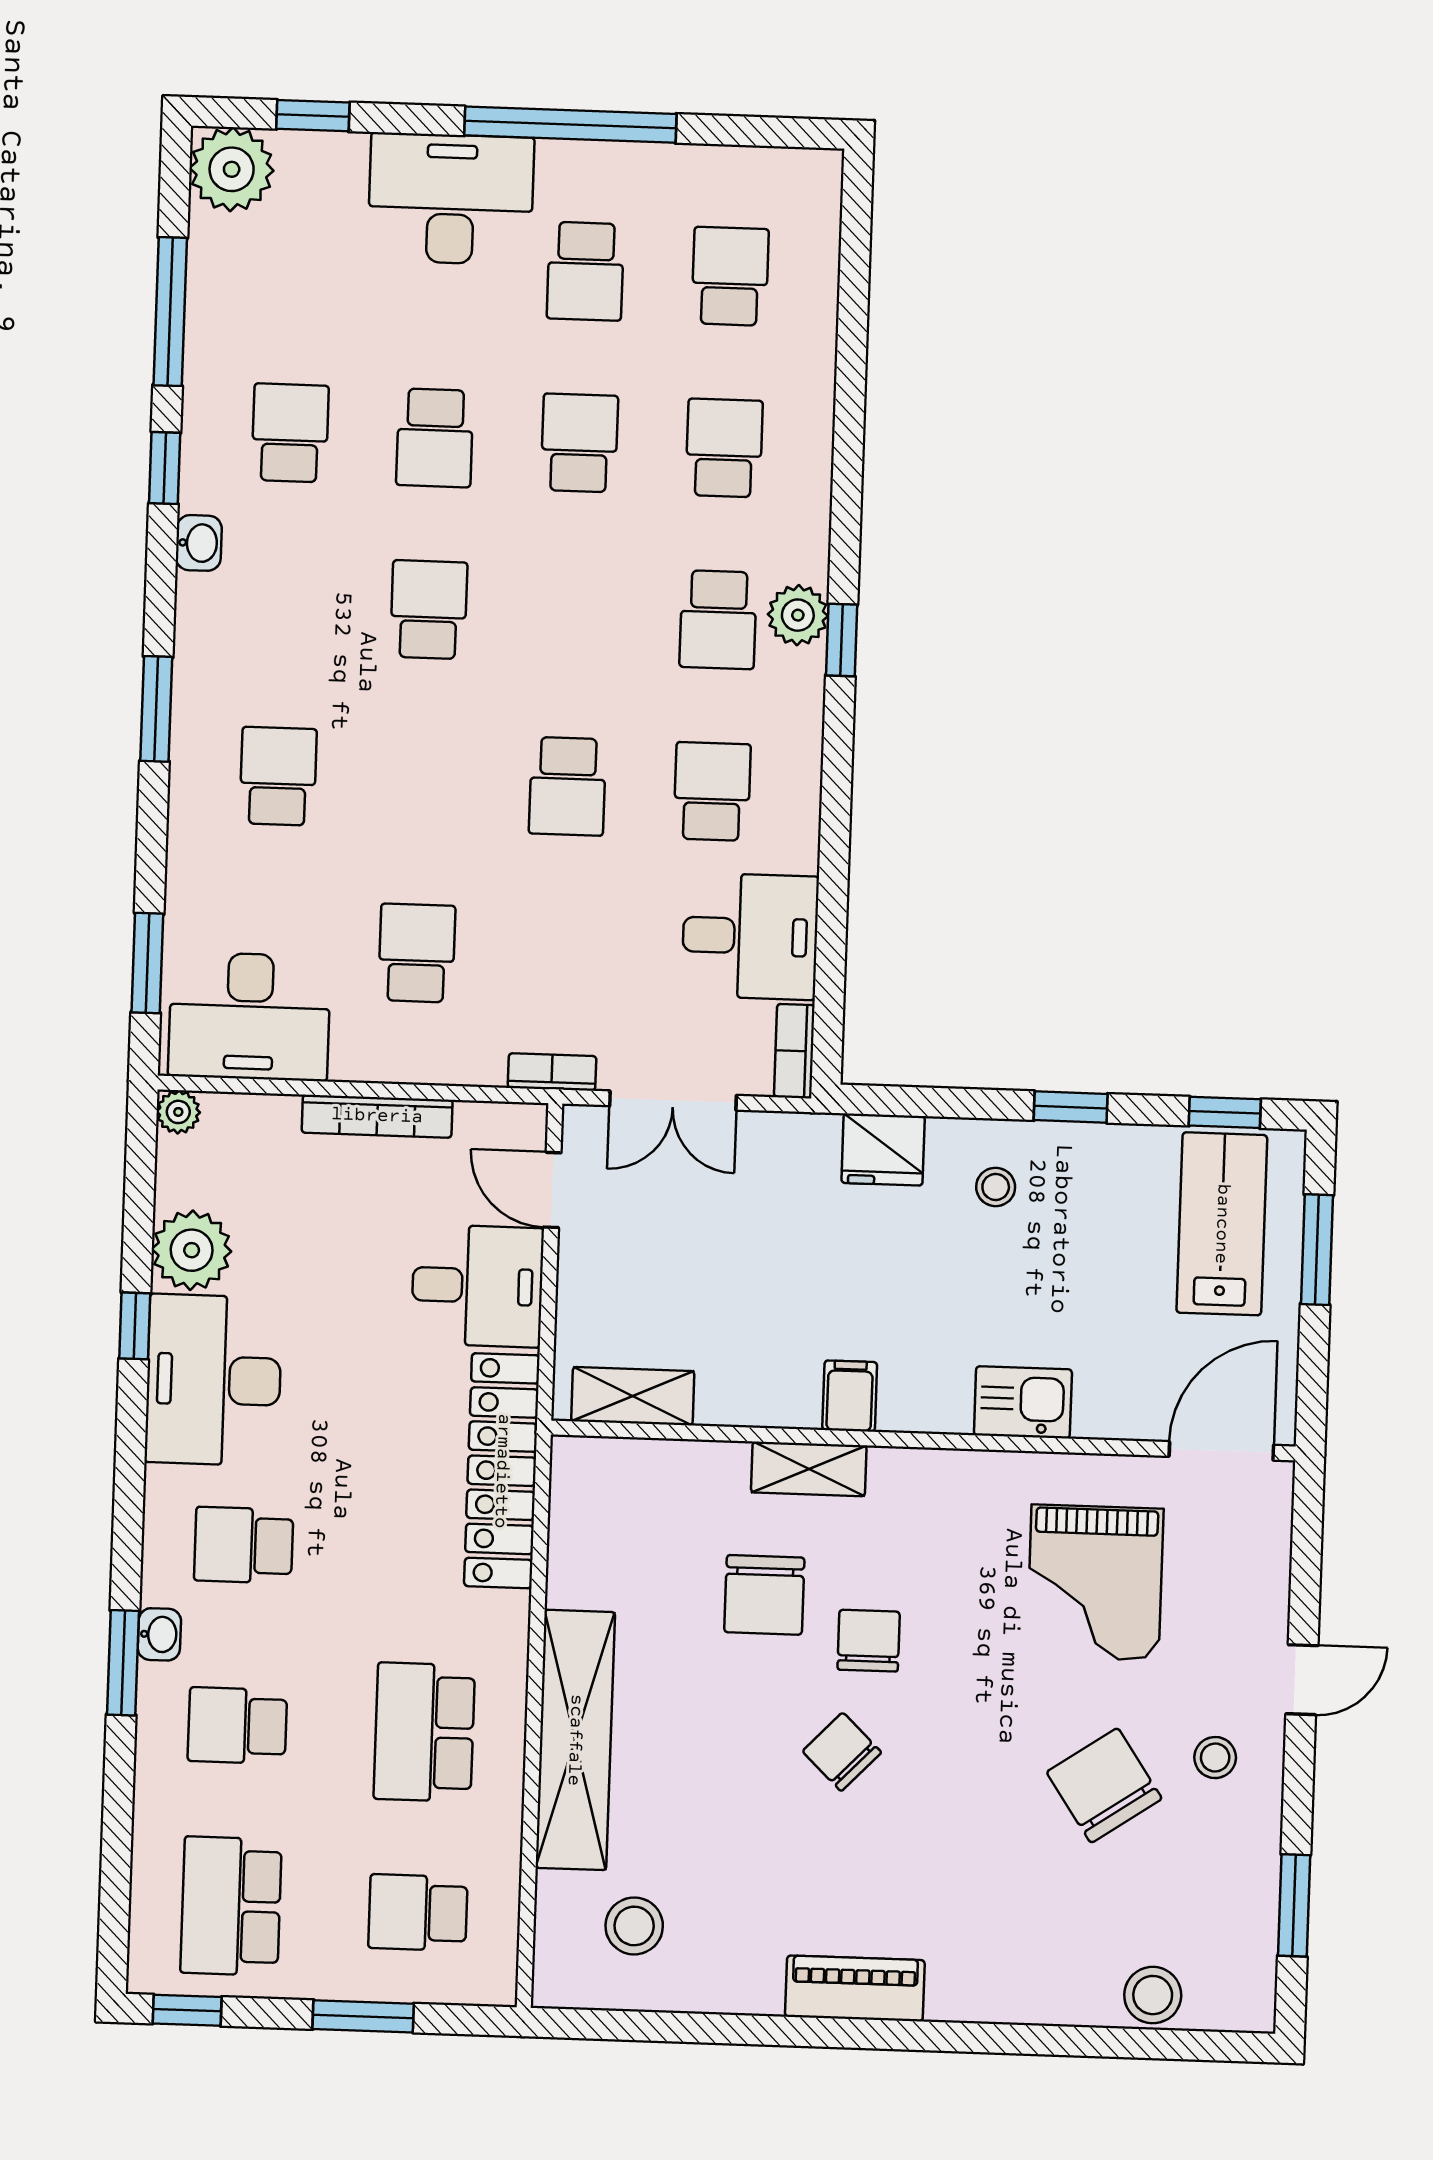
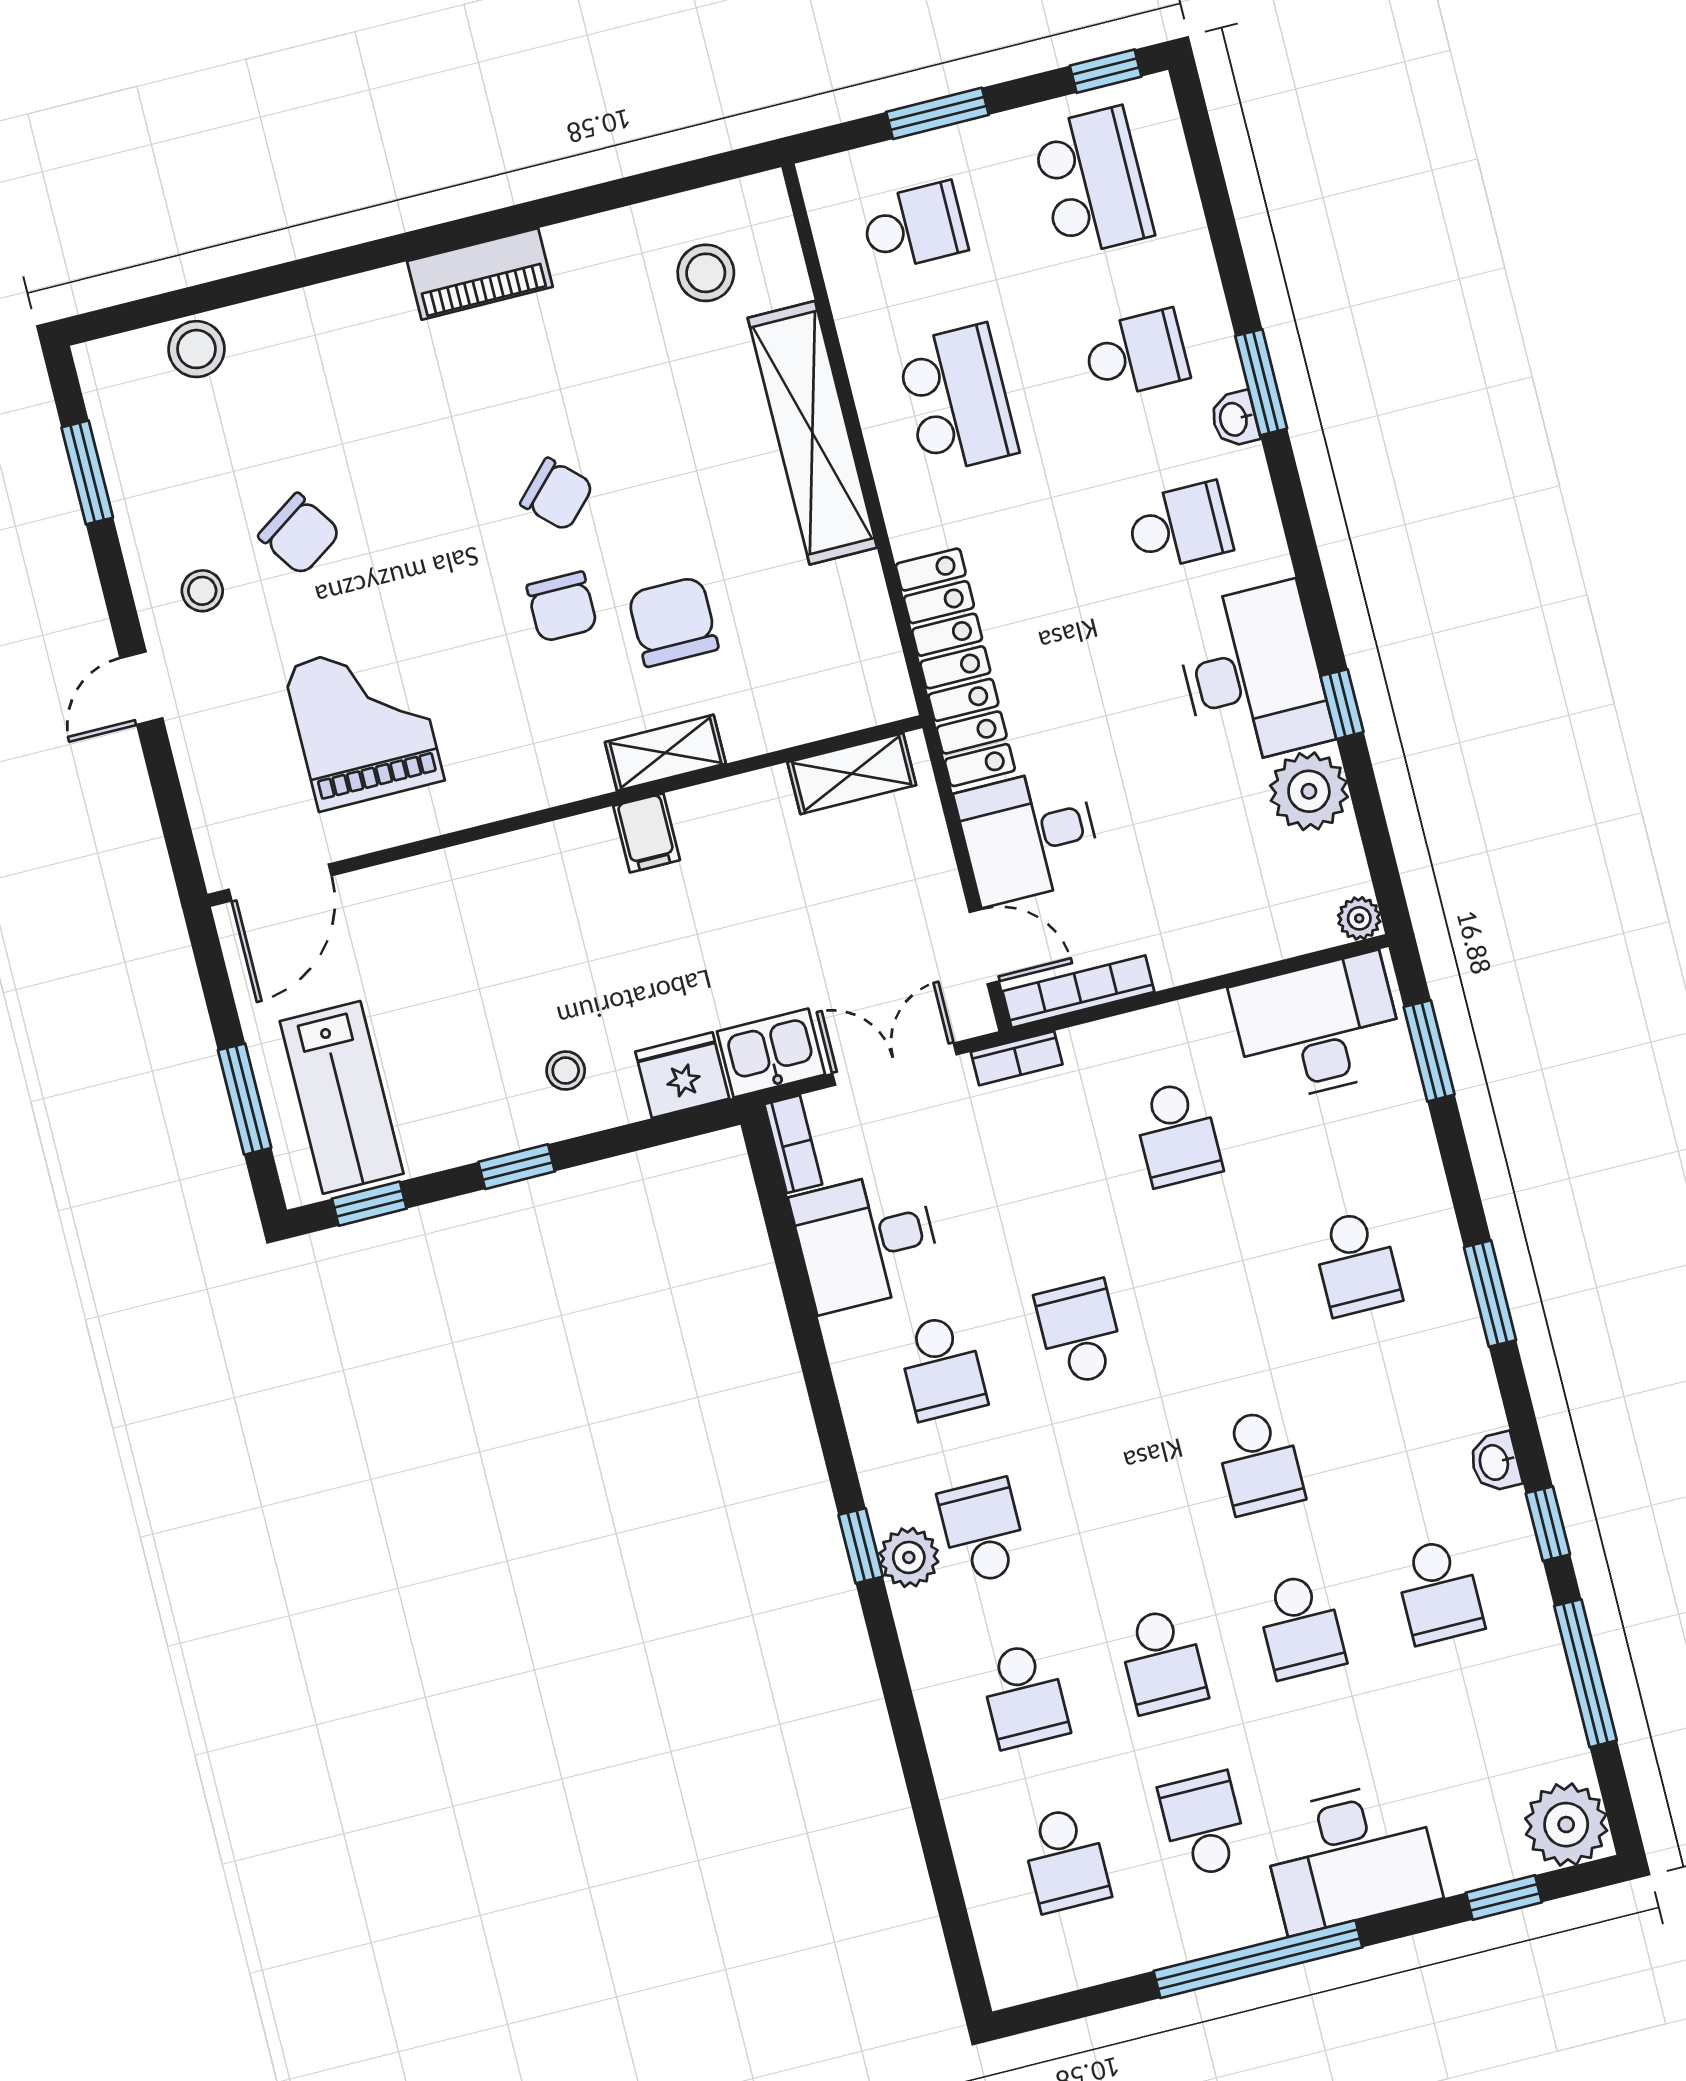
school desk: (435, 438) -> (1301, 1626), turned 180
bookcase: (377, 1116) -> (1078, 992), moved
kitchen sink: (1023, 1402) -> (771, 1053), moved, turned 180
chair: (1104, 1785) -> (300, 534), width x0.73, depth x0.73

